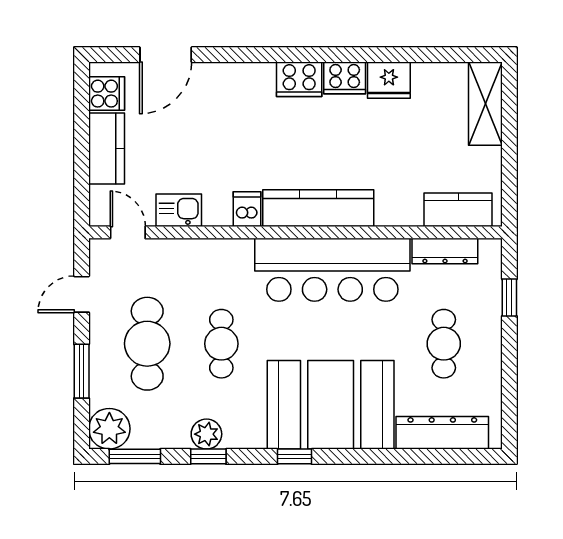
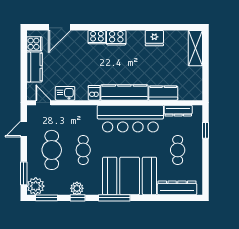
cooker: (345, 78) -> (97, 37), moved
kitchen counter: (458, 210) -> (163, 93), moved
window: (82, 371) -> (24, 173), moved
window: (295, 456) -> (114, 198), width x2.17

